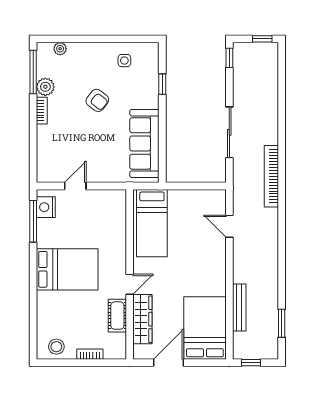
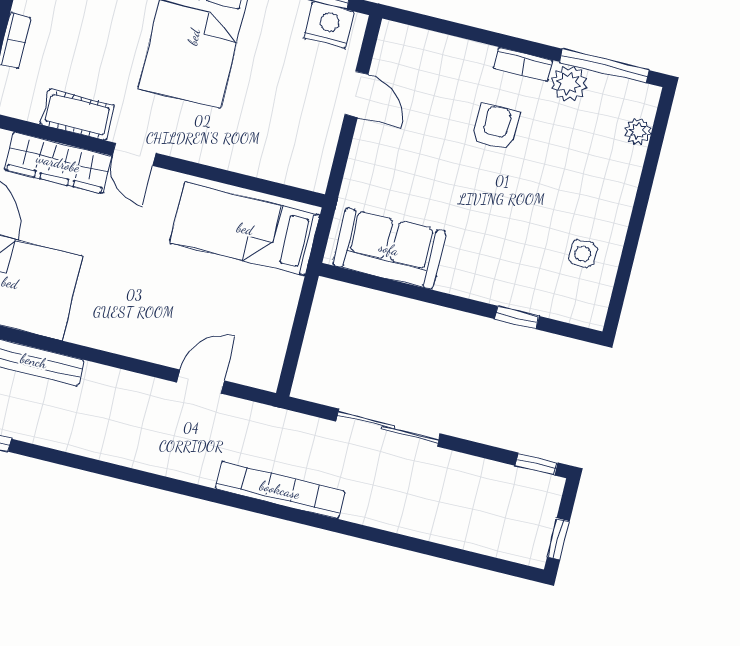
armchair: (97, 100) -> (496, 127), moved, turned 142
sofa: (144, 143) -> (389, 249), width x0.73

